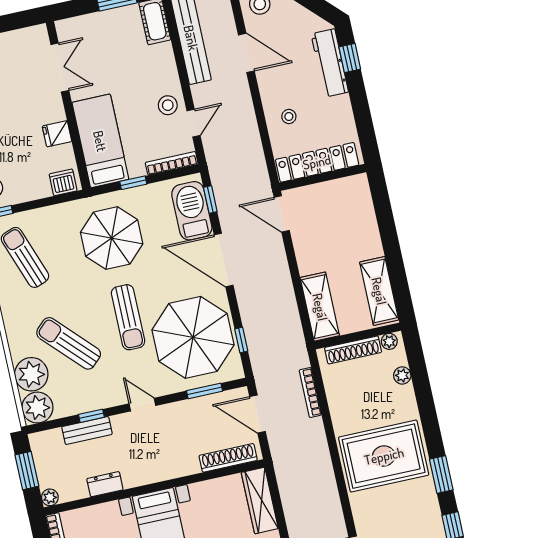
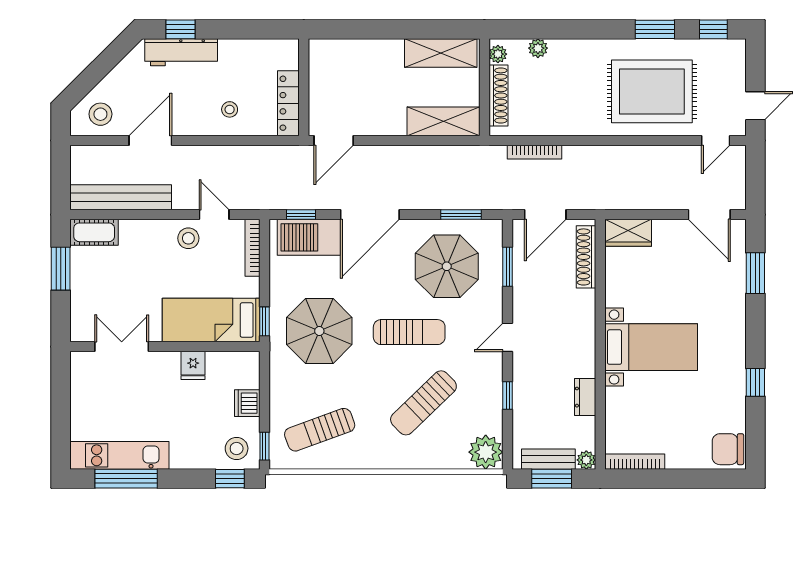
locker: (317, 162) -> (288, 103), width x0.71, depth x0.83
dishwasher: (63, 182) -> (247, 403), moved
window: (133, 183) -> (264, 321), moved
parasol: (193, 337) -> (447, 266), width x0.73, depth x0.73
window: (241, 340) -> (461, 215), width x1.50
plant: (31, 374) -> (448, 451), removed
bench: (87, 430) -> (548, 459), moved, turned 90
rug: (384, 456) -> (652, 91), moved, turned 90
wardrobe: (260, 501) -> (628, 233), width x0.67

